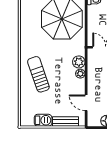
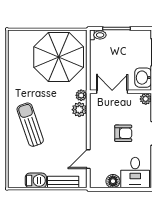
plant: (80, 74) -> (81, 95), moved
door: (86, 103) -> (88, 159), hinge flipped

